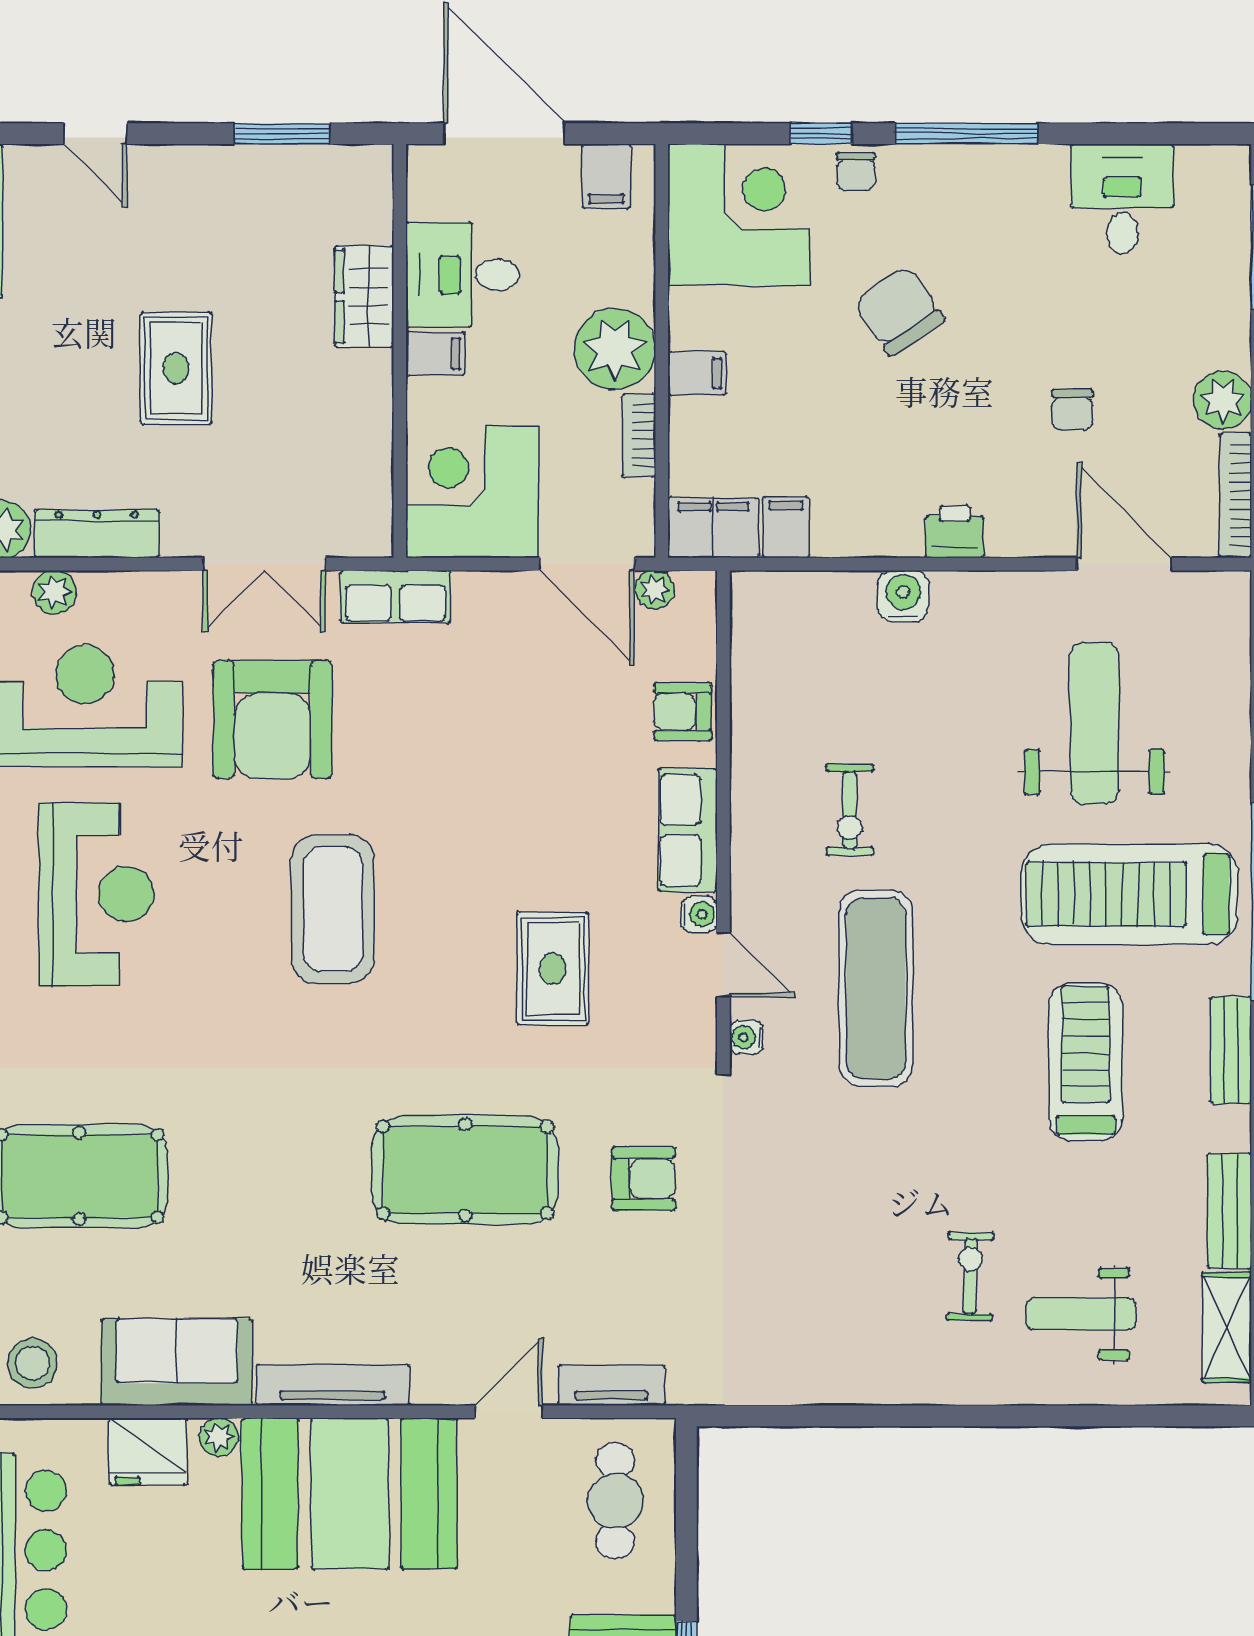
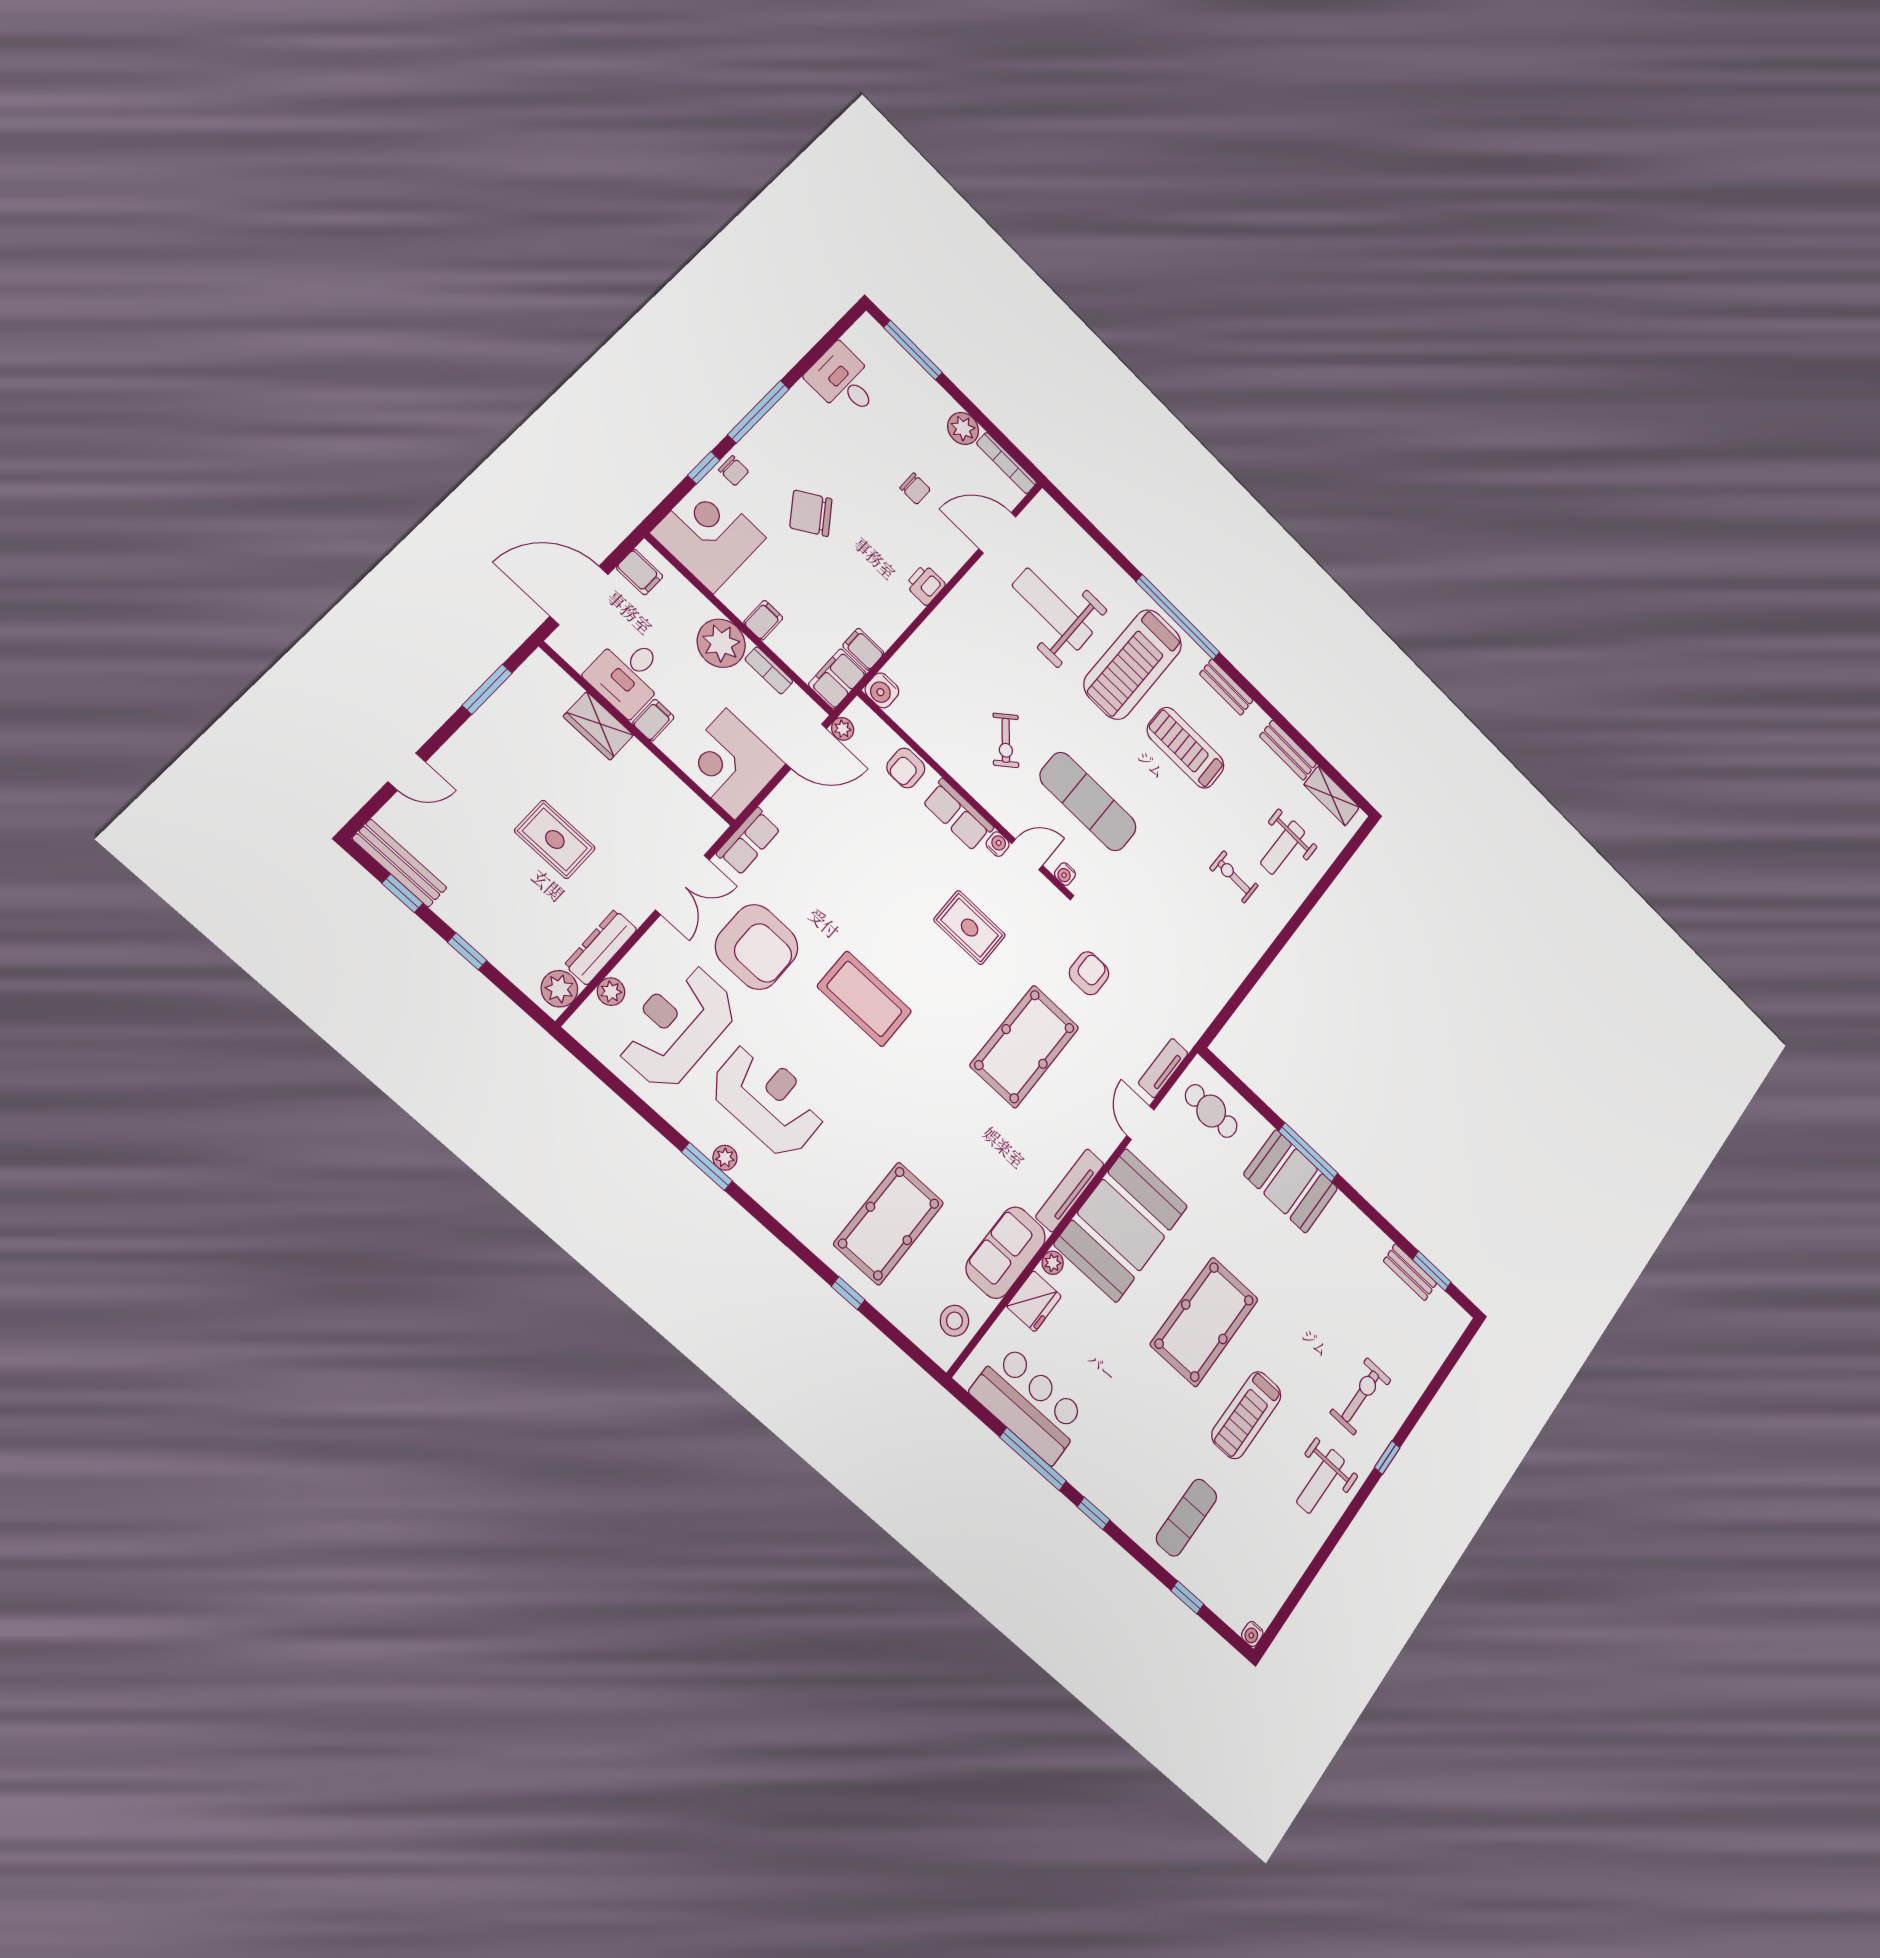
water cooler: (903, 596) -> (882, 690), moved, turned -90
exercise bike: (850, 810) -> (1006, 740), turned 50

